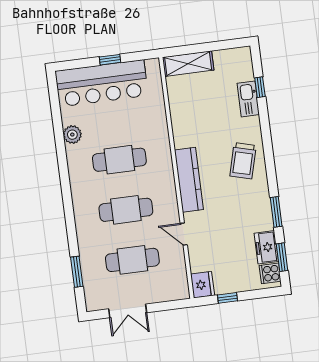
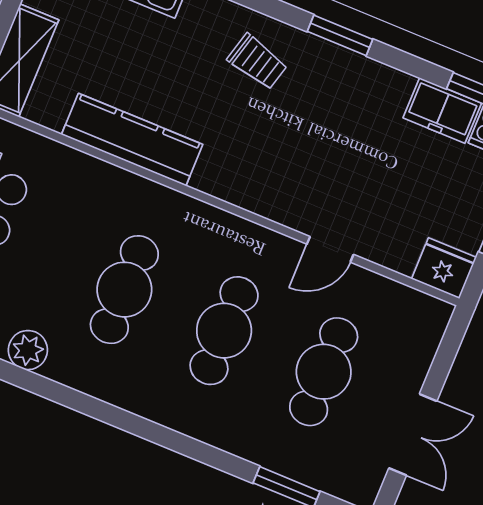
trolley: (243, 161) -> (257, 62), width x0.73, depth x0.72
kitchen counter: (189, 180) -> (132, 140), moved
window: (276, 212) -> (340, 35), moved

